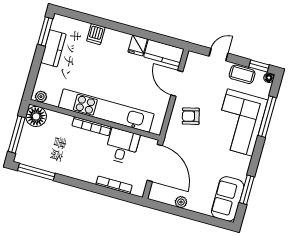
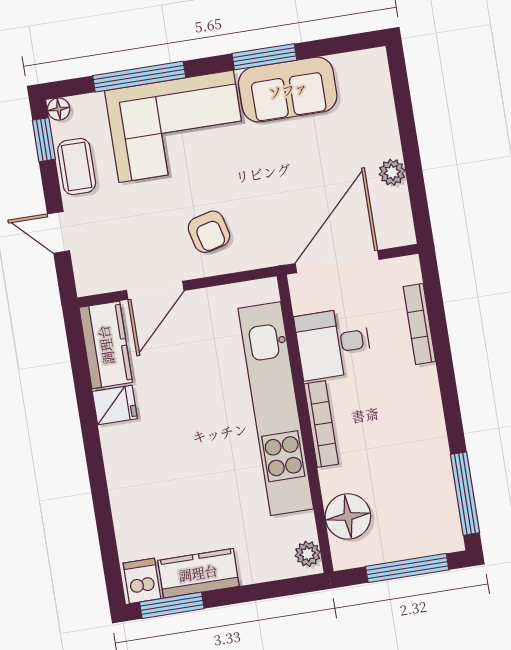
dishwasher: (96, 34) -> (142, 581), moved, turned -90
floor lamp: (36, 116) -> (348, 516), moved
window: (247, 190) -> (264, 57), moved
sofa: (228, 199) -> (288, 90), moved

